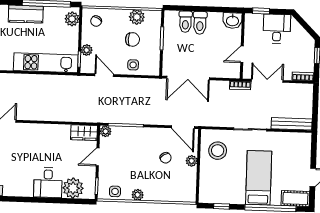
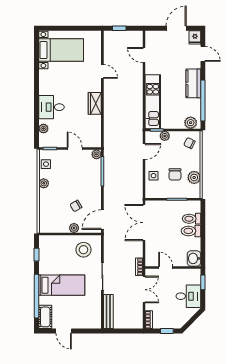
wardrobe: (84, 133) -> (95, 103), moved
plant: (73, 188) -> (43, 129), width x0.53, depth x0.53

